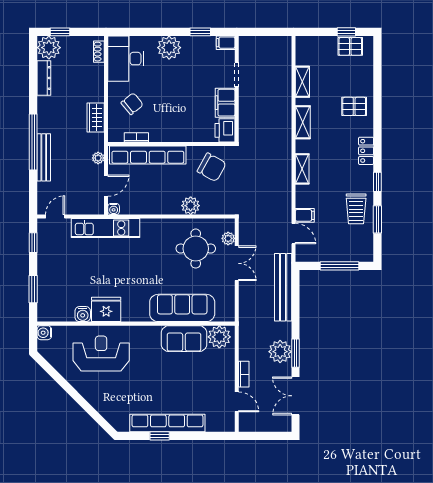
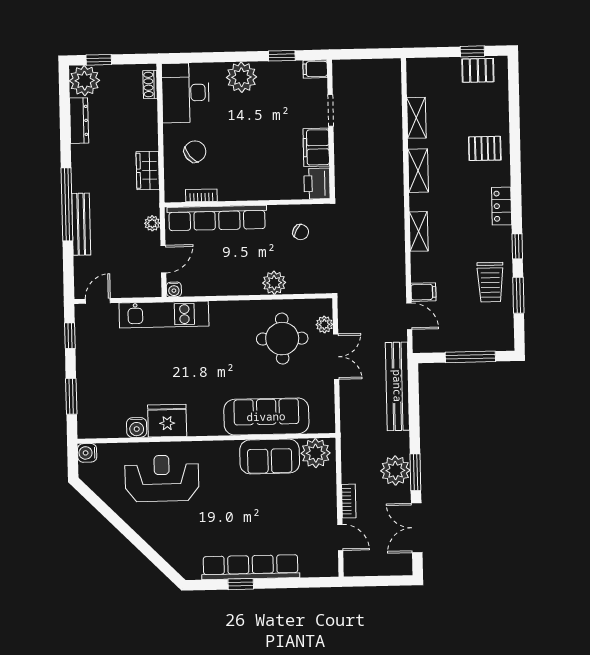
chair: (212, 167) -> (301, 232), width x0.54, depth x0.54

